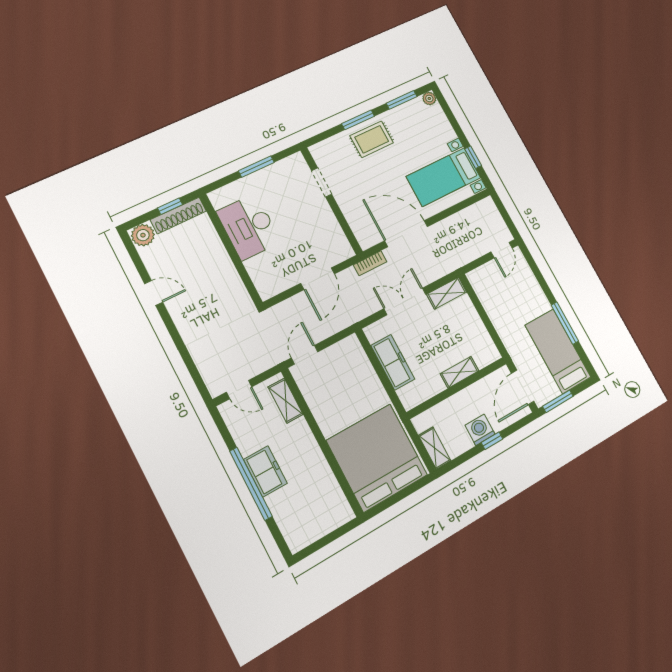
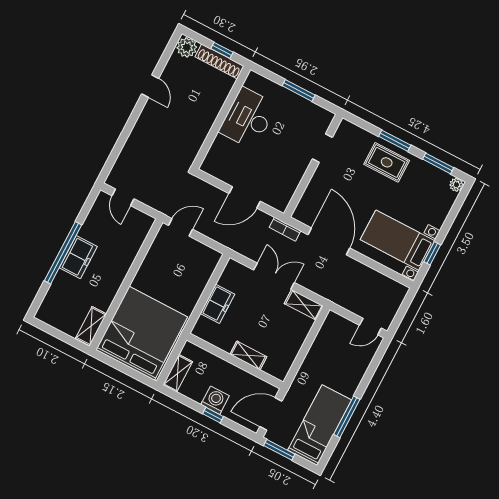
freezer: (393, 362) -> (217, 304), width x0.71
shelving: (286, 401) -> (91, 326), moved

